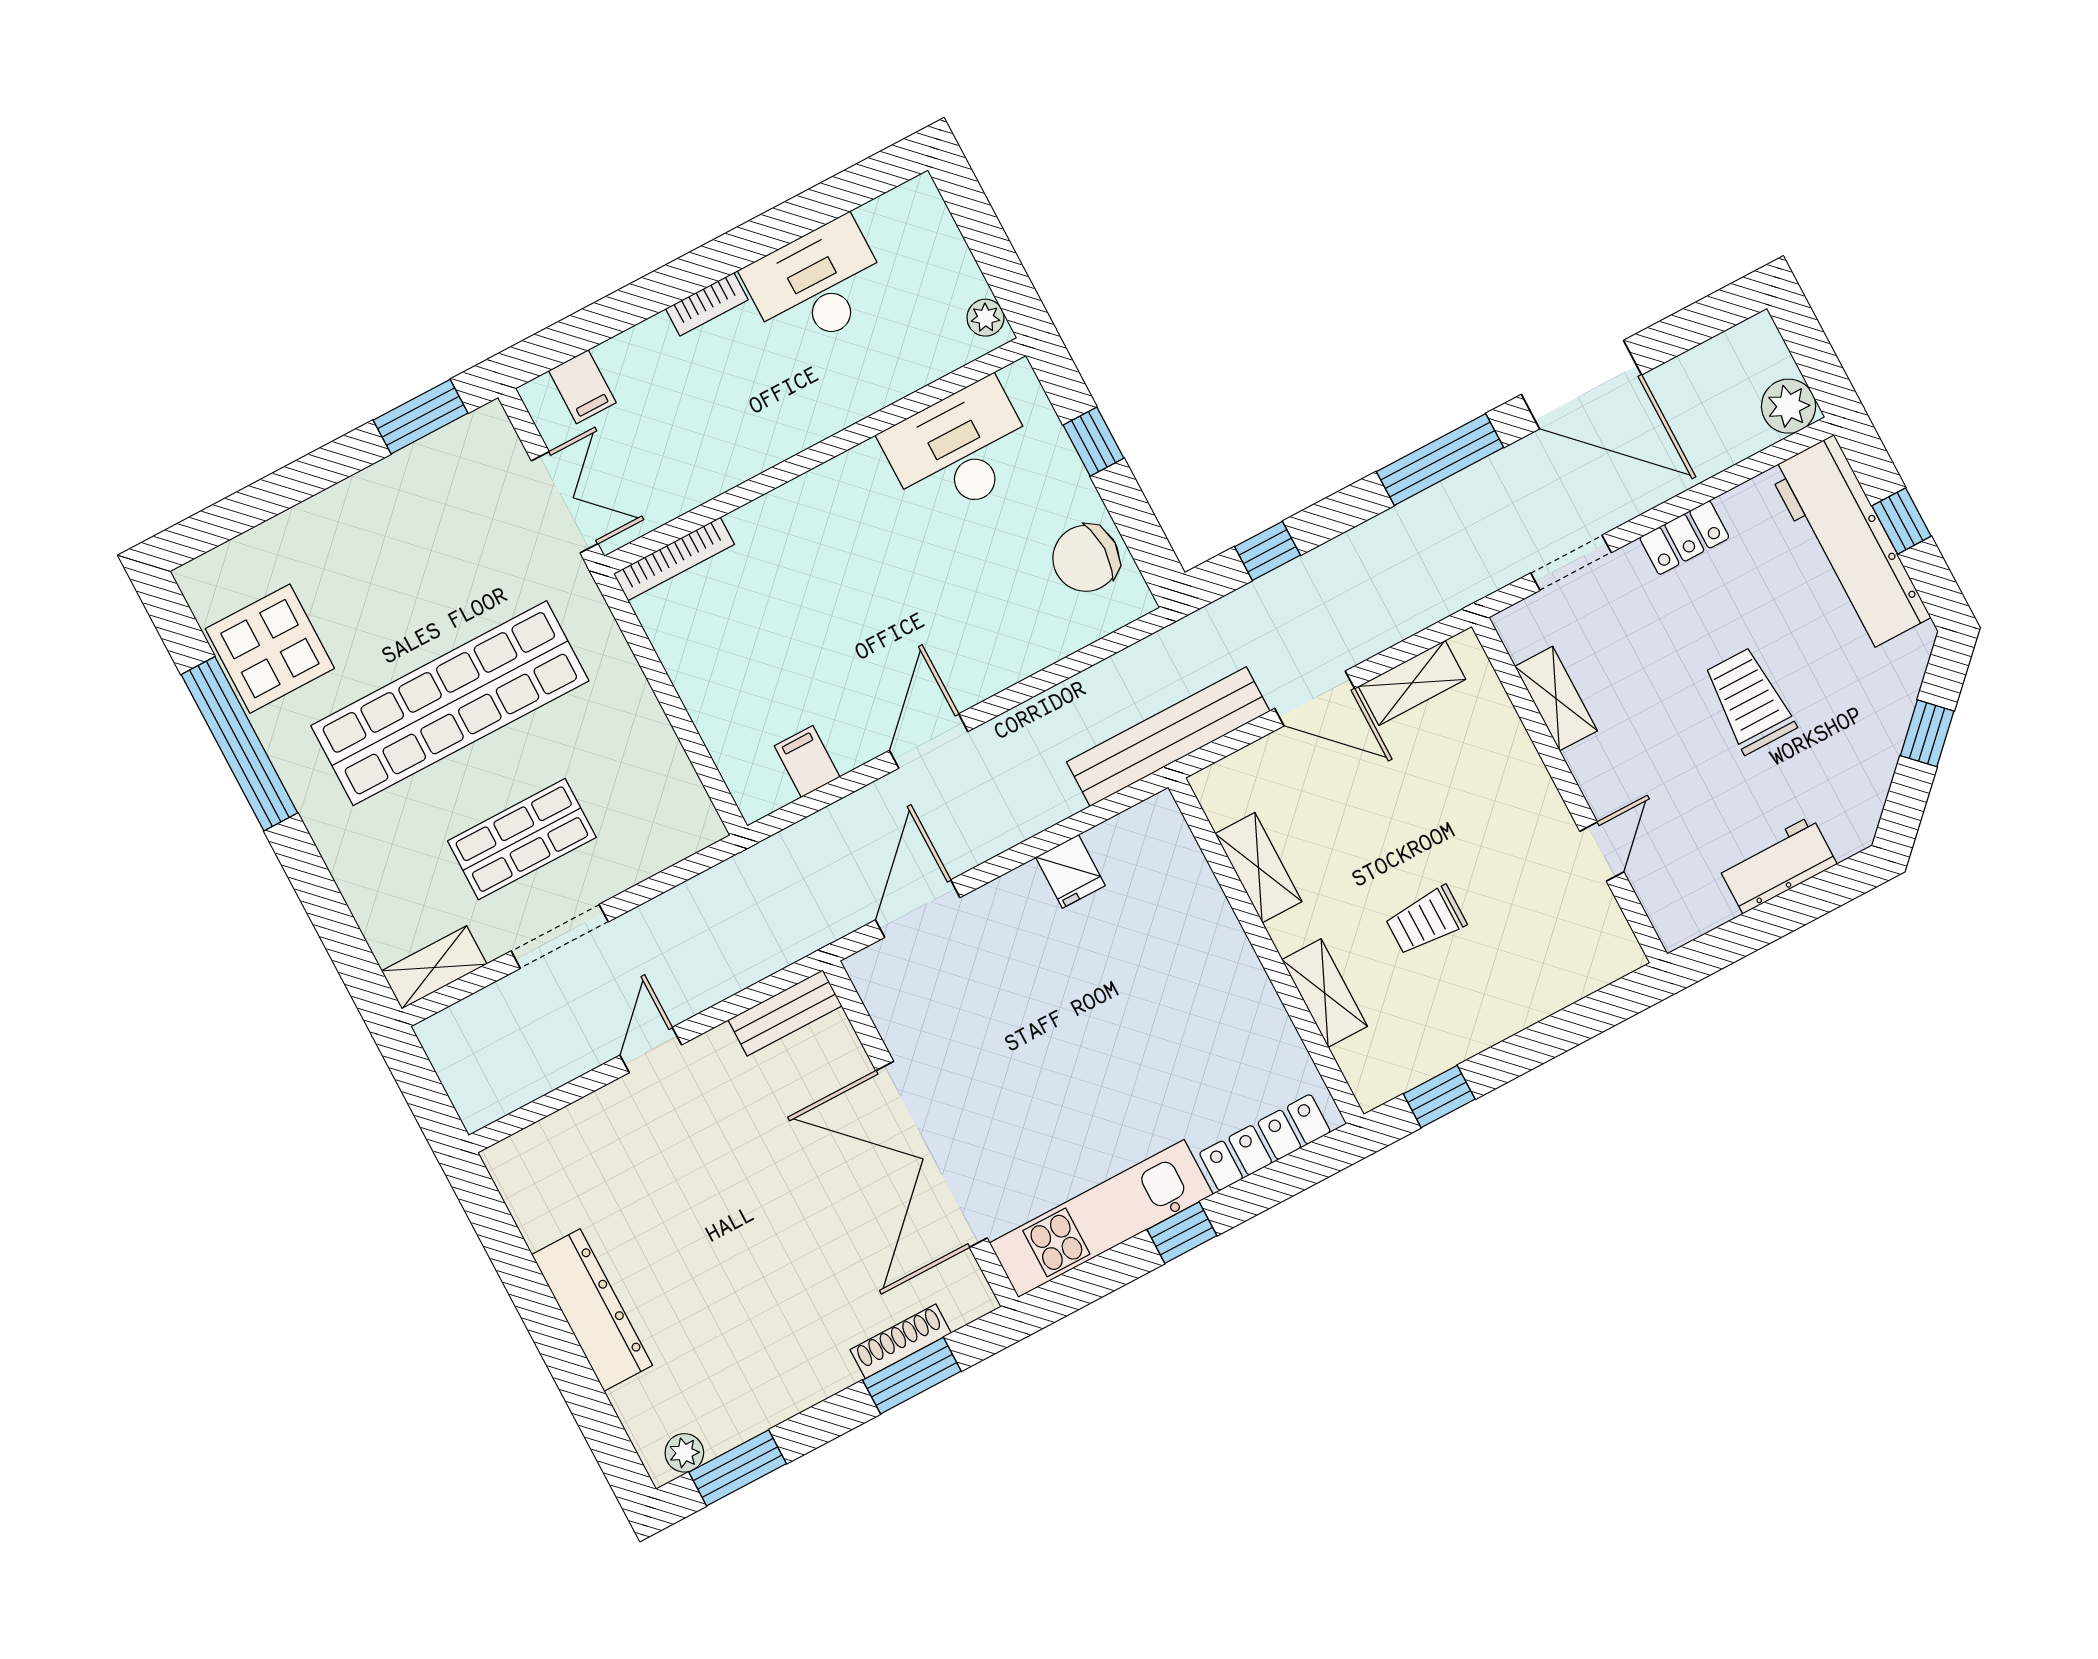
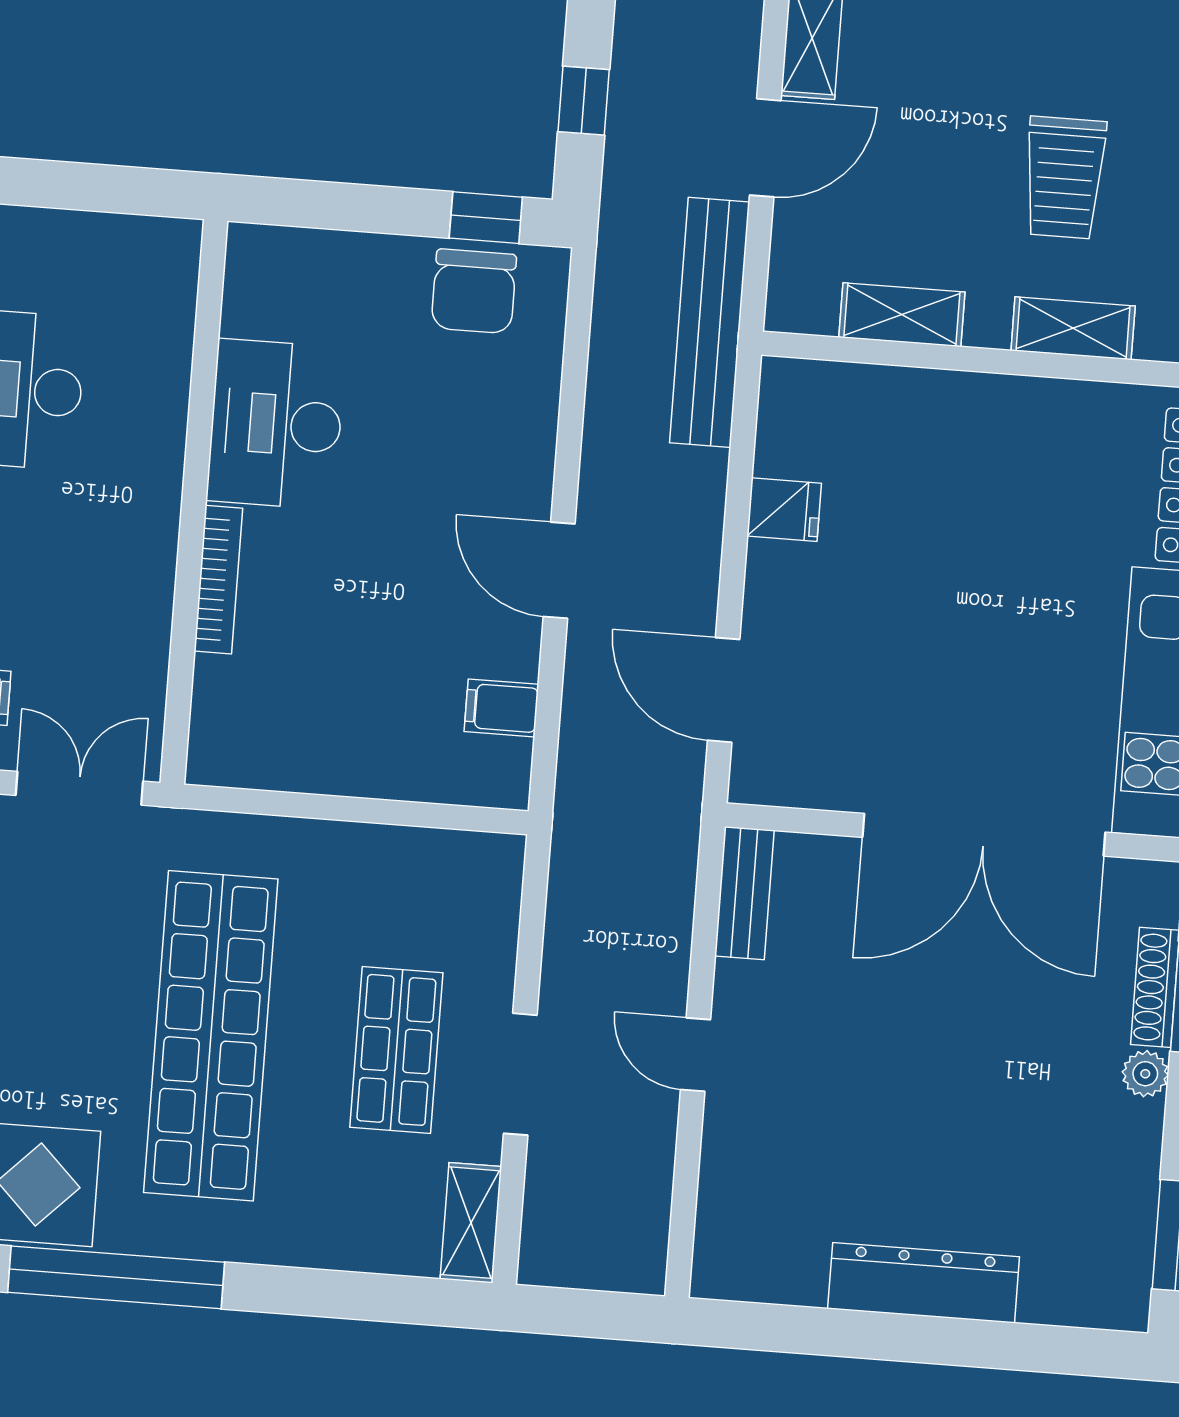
plant: (985, 318) -> (163, 238), removed
window: (1094, 442) -> (486, 218), moved
desk: (959, 450) -> (276, 424), moved
bookcase: (674, 559) -> (218, 580), moved
trolley: (1426, 920) -> (1064, 178), width x1.36, depth x1.39
plant: (684, 1453) -> (1145, 1074), moved

